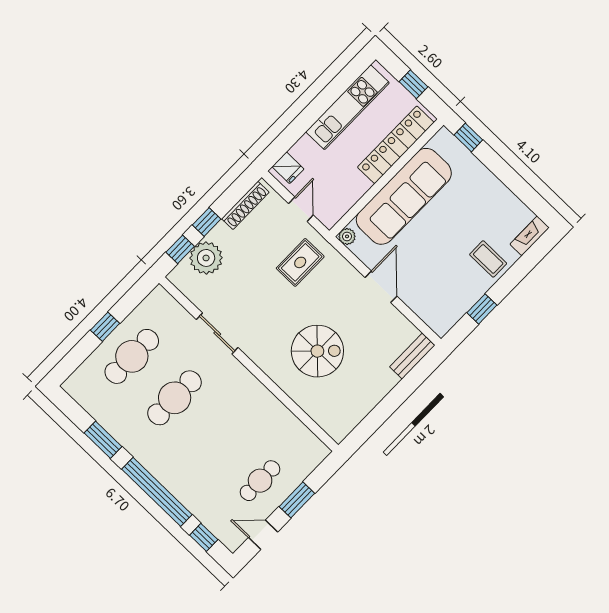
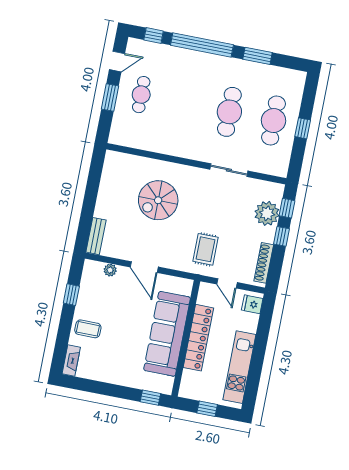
locker: (396, 145) -> (198, 338), moved
plant: (347, 236) -> (110, 270), moved

